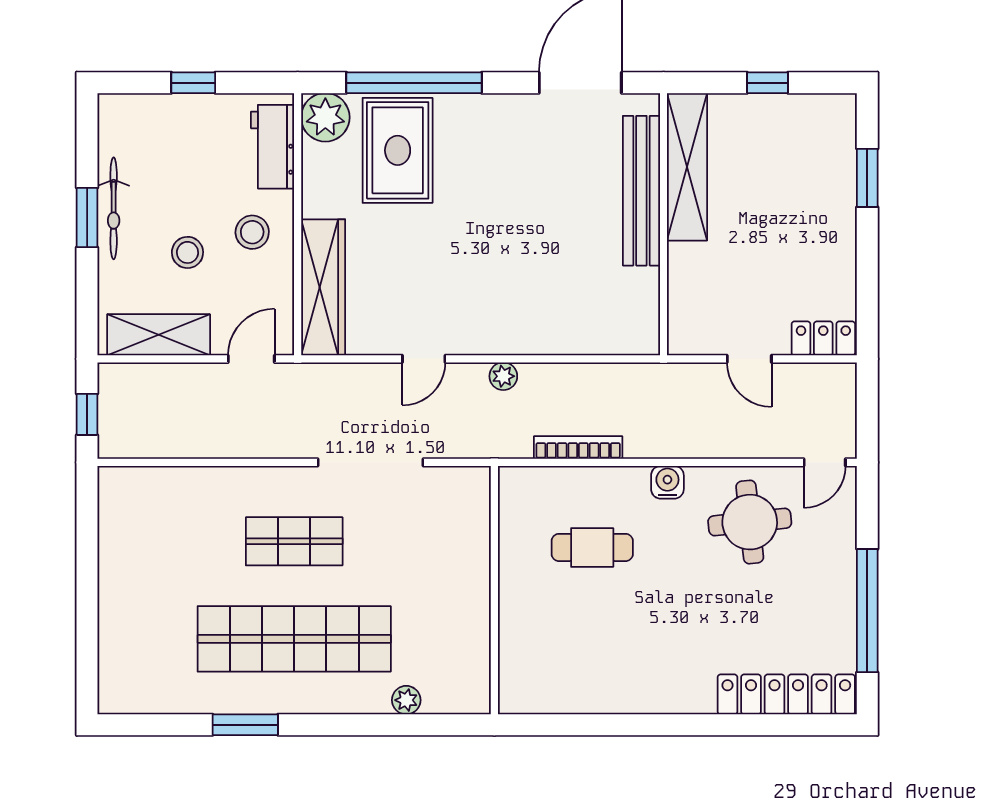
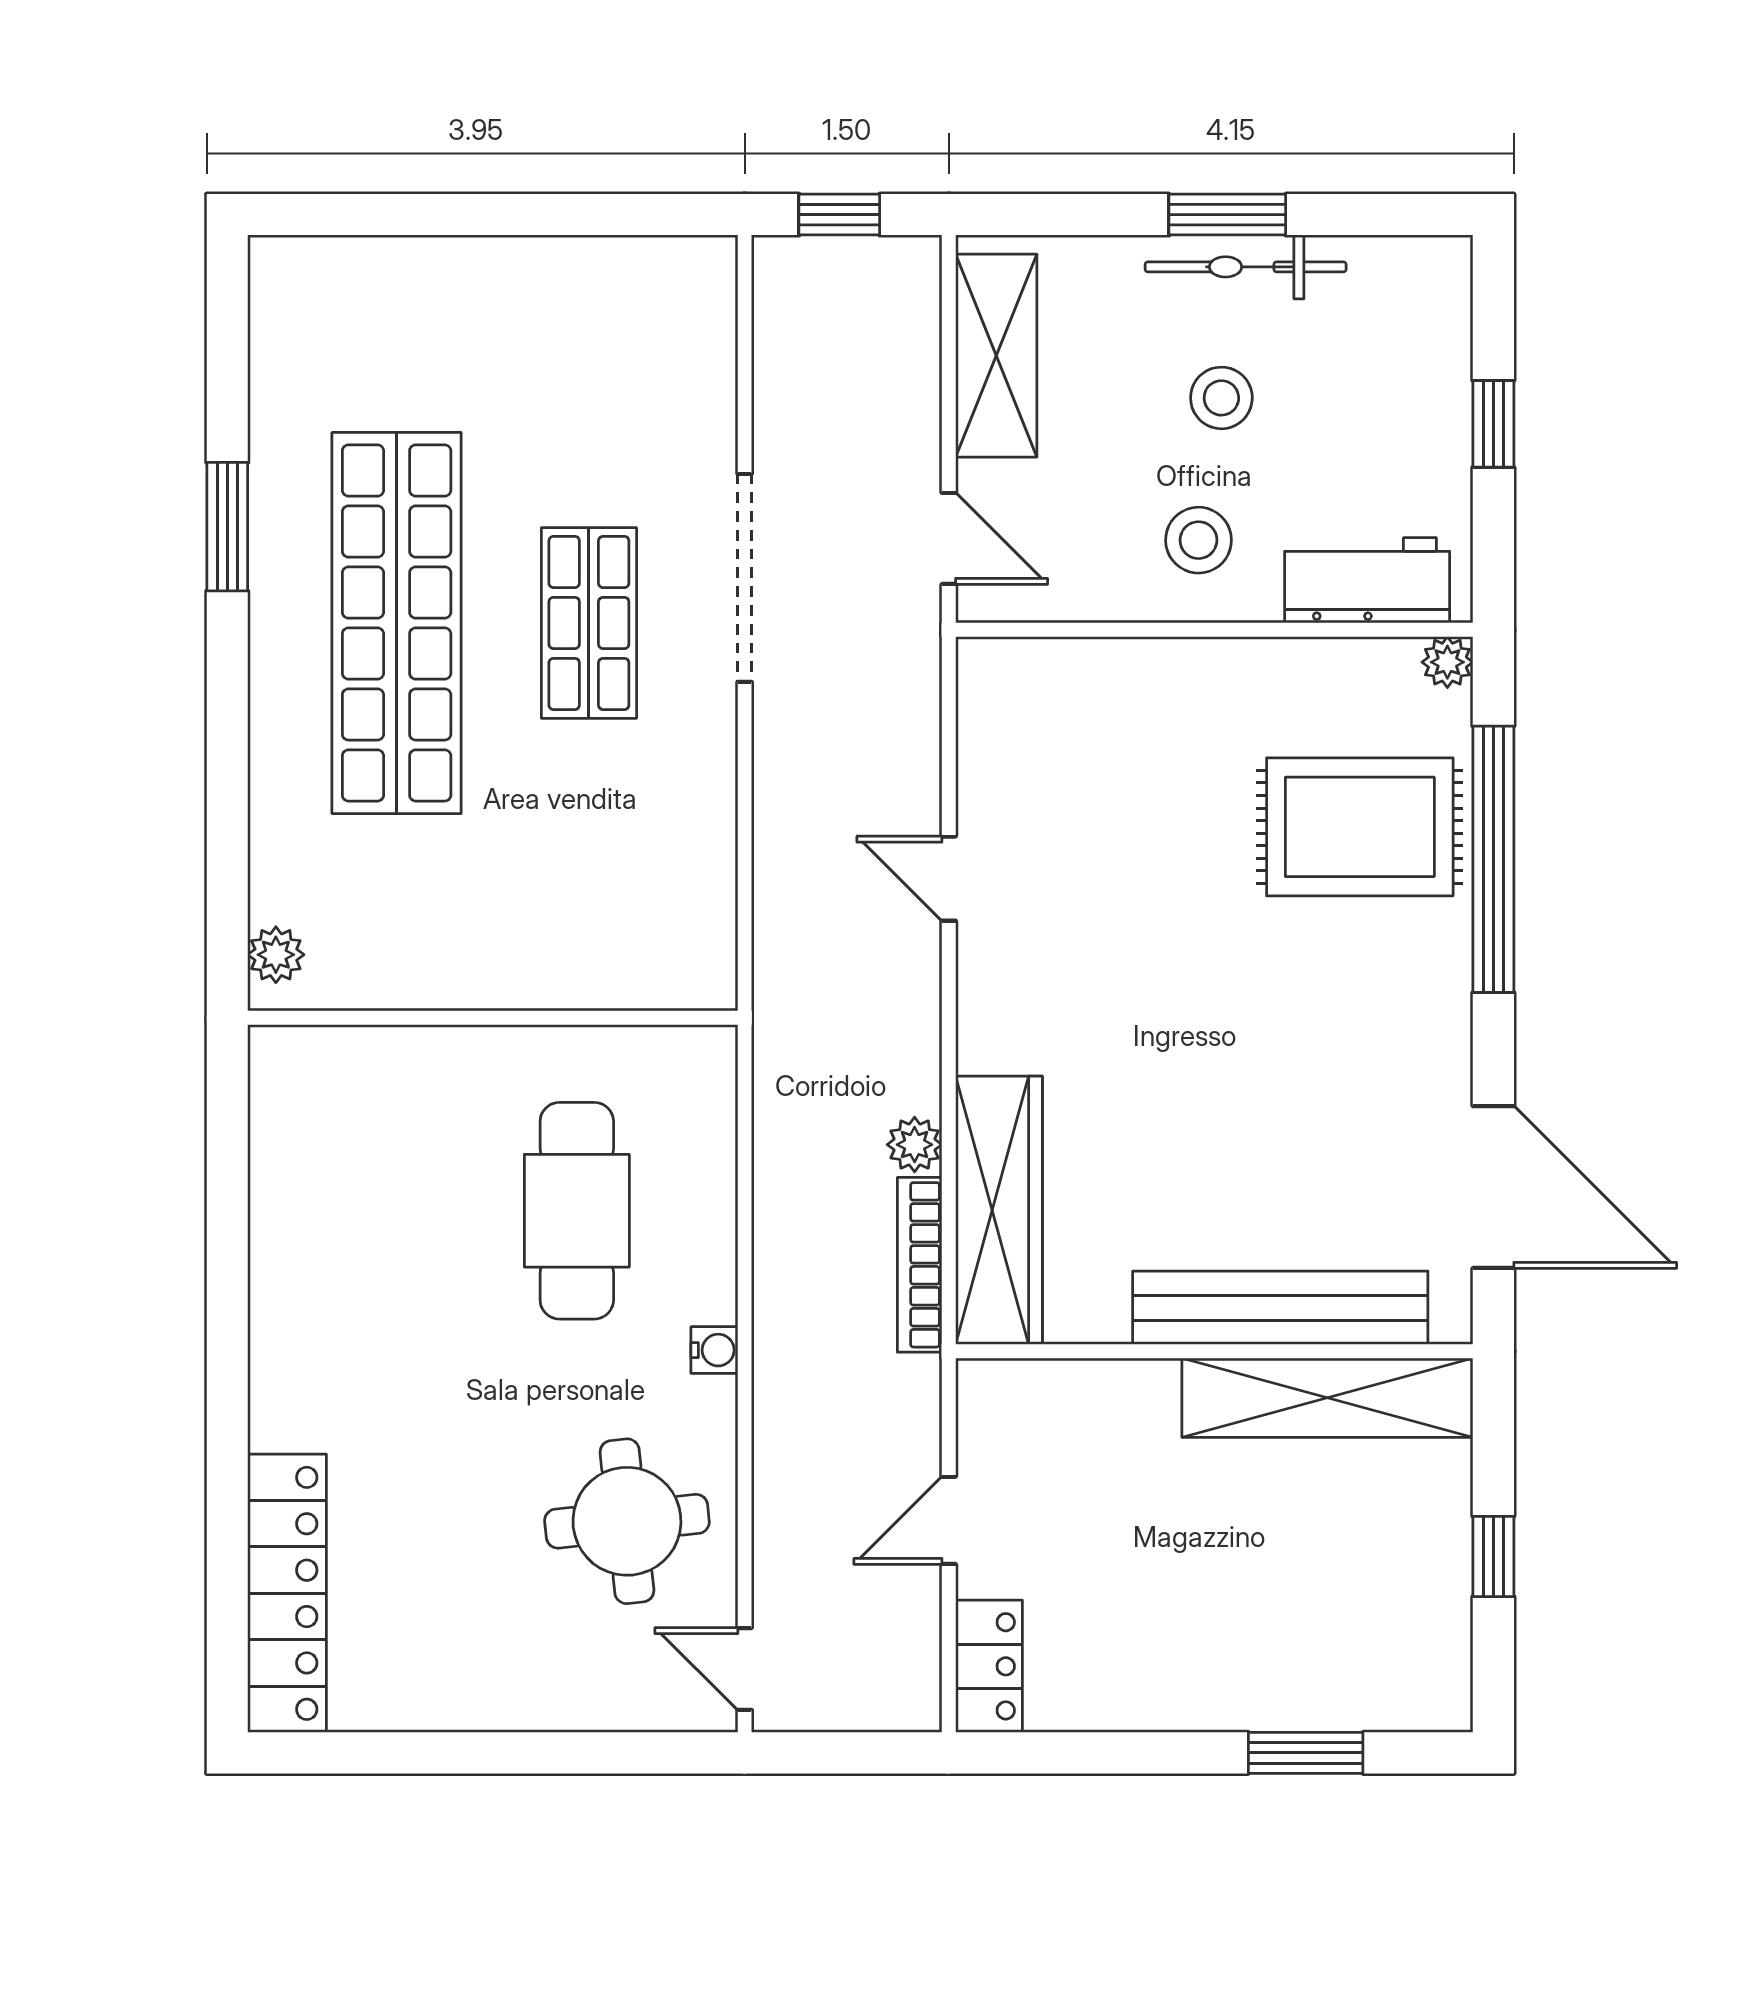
plant: (325, 117) -> (1447, 662), width x0.53, depth x0.53
stool: (187, 252) -> (1221, 398), moved
wardrobe: (323, 287) -> (999, 1210), moved, turned -90
plant: (503, 376) -> (915, 1145), moved
bookcase: (578, 448) -> (920, 1265), moved, turned 180
doorway: (370, 462) -> (745, 578), moved
water cooler: (667, 482) -> (714, 1350), width x0.72, depth x0.72
cafe table: (592, 547) -> (577, 1211), width x1.37, depth x1.35
window: (867, 611) -> (452, 1753), removed
plant: (406, 700) -> (276, 955), moved

